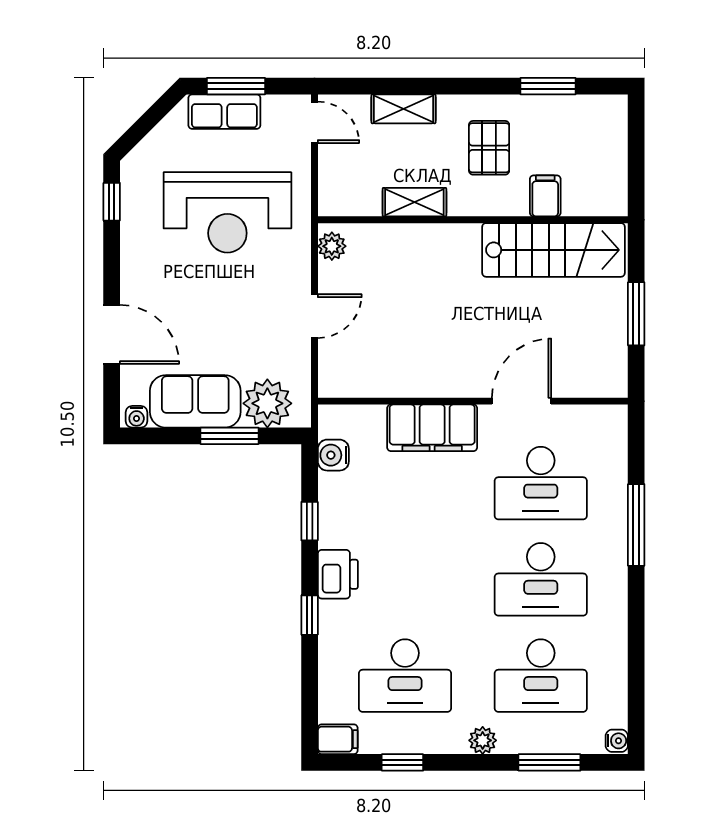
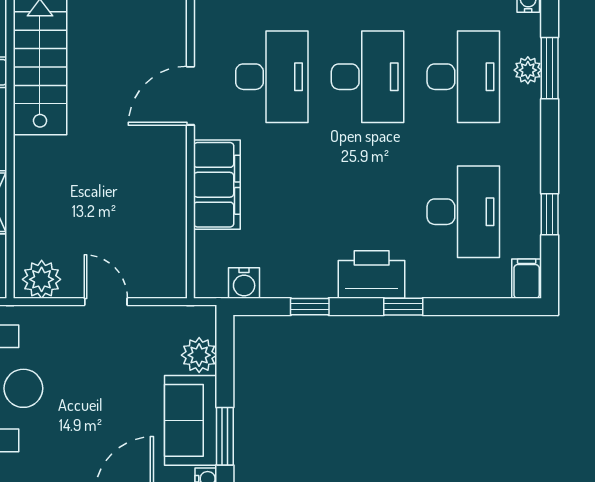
plant: (332, 246) -> (42, 279), width x1.38, depth x1.38
door: (522, 401) -> (190, 96), hinge flipped
plant: (267, 403) -> (199, 355), width x0.73, depth x0.73
window: (229, 436) -> (225, 436), moved
printer: (338, 574) -> (372, 275), width x1.37, depth x1.19
plant: (483, 740) -> (528, 70), moved

